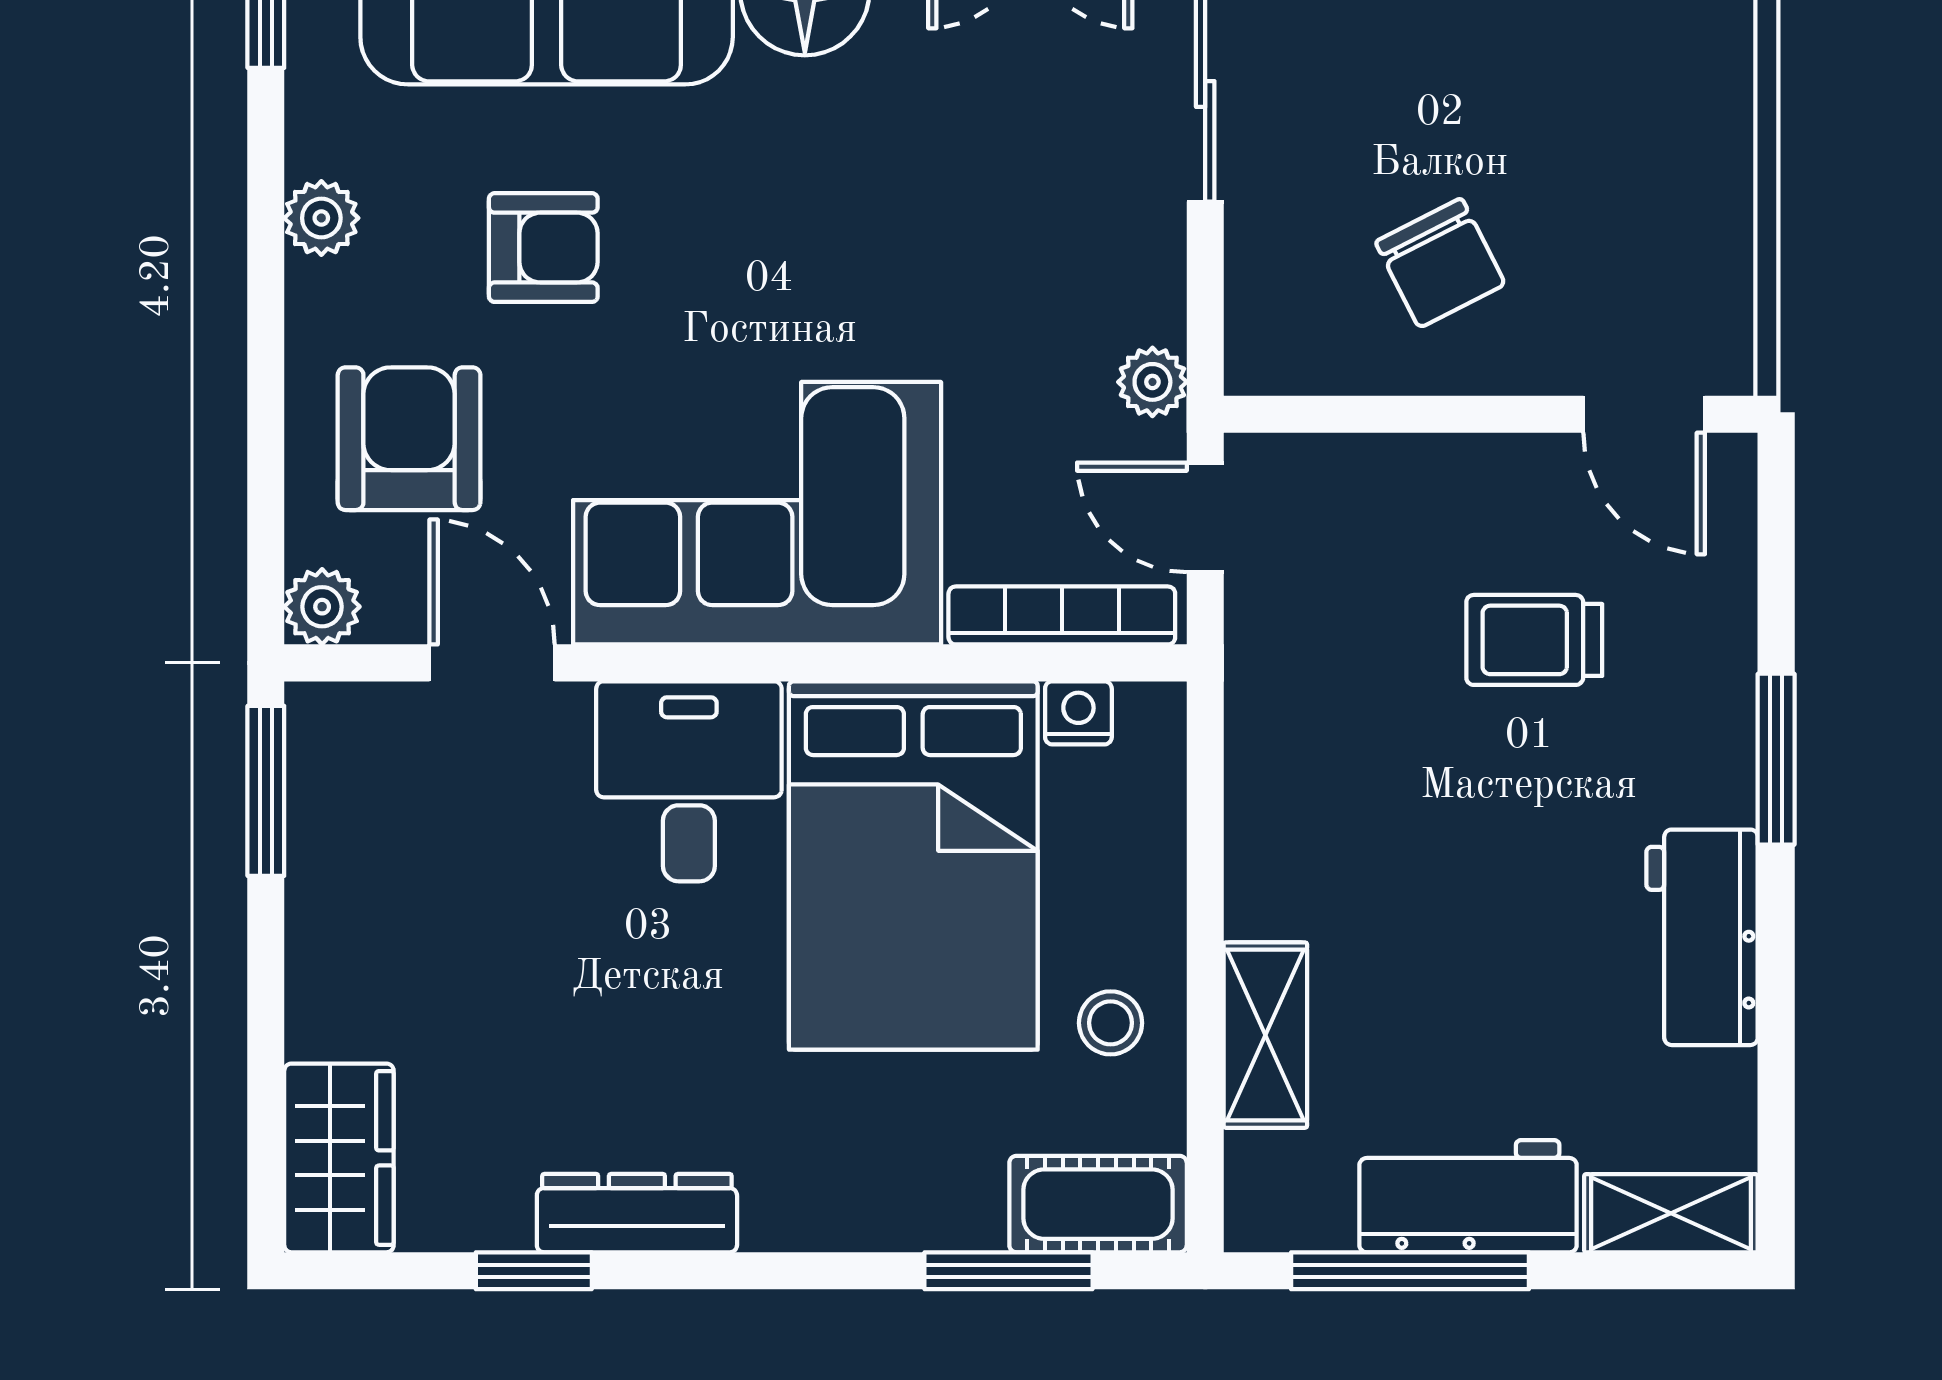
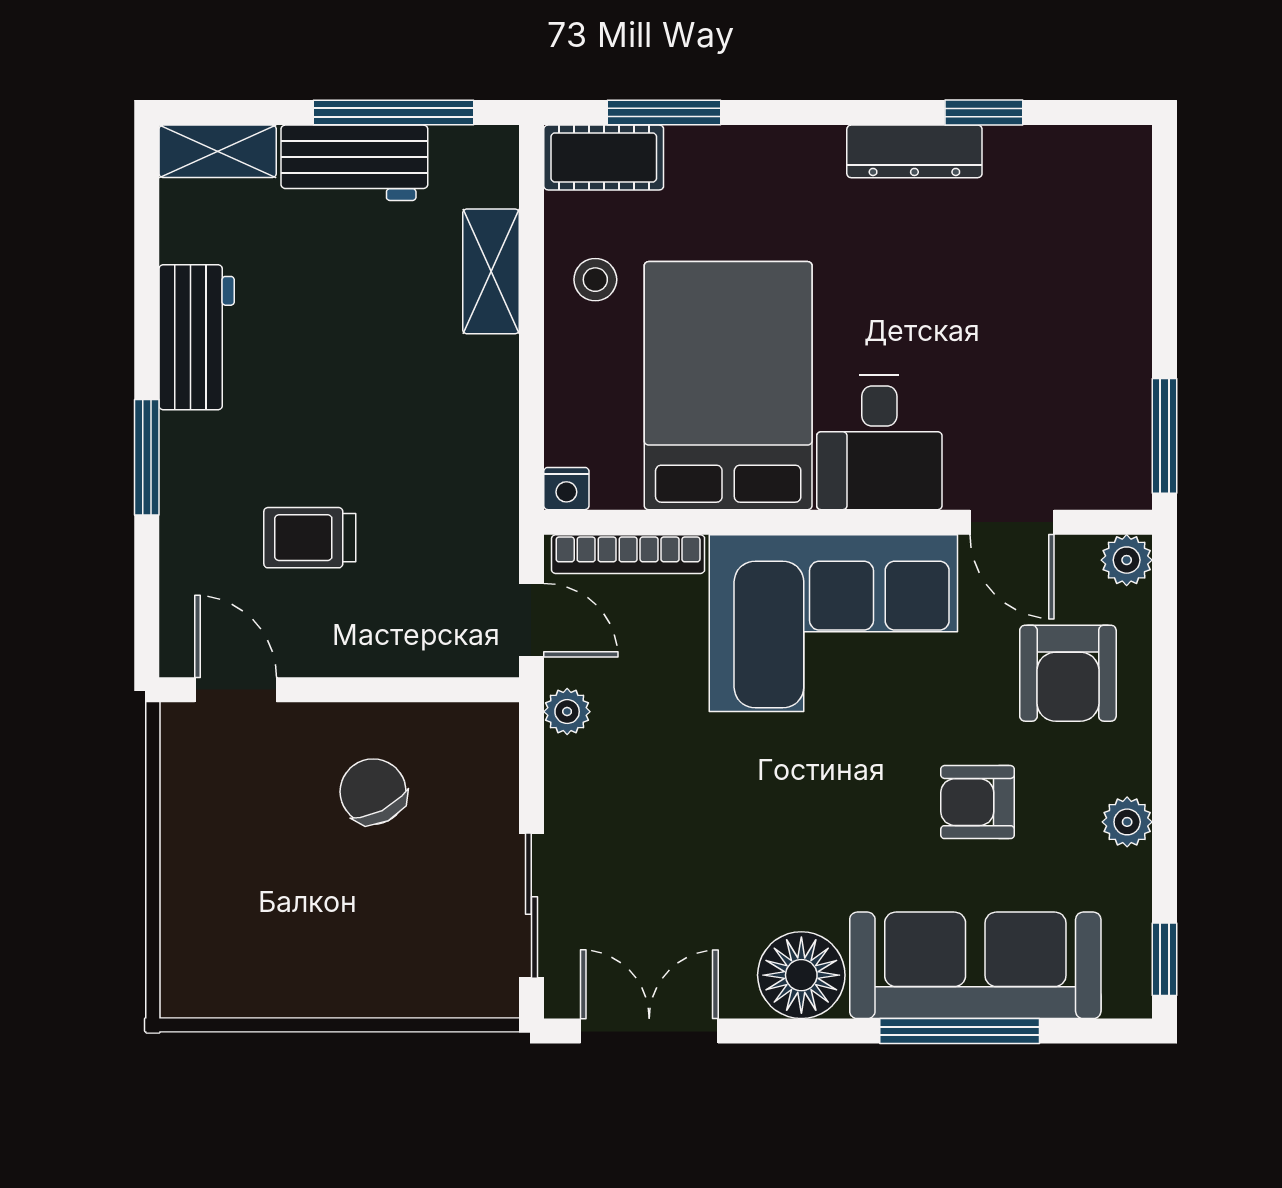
trolley: (1534, 640) -> (310, 538), turned 180
nightstand: (1078, 713) -> (566, 489), moved
wardrobe: (339, 1158) -> (1115, 189), removed

